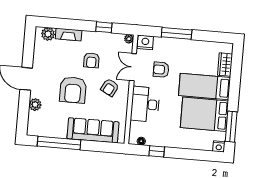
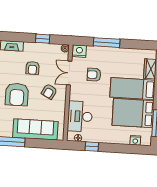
desk: (145, 104) -> (80, 116), moved
nightstand: (219, 147) -> (135, 140), moved

